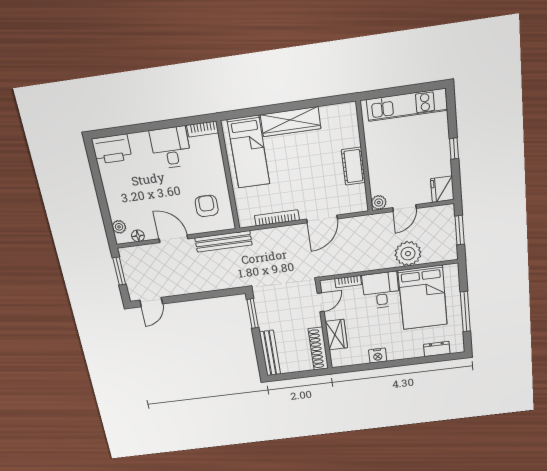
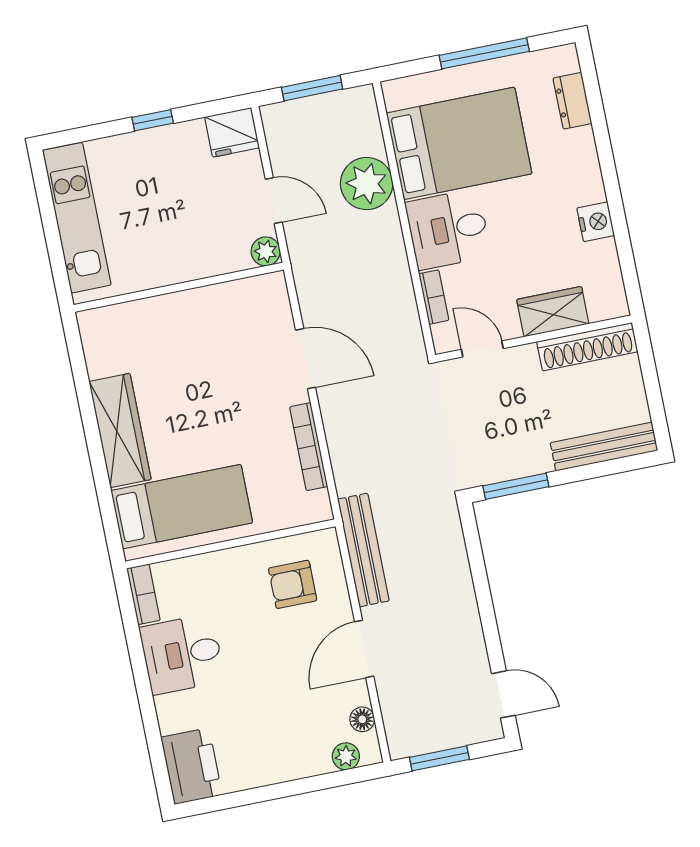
cot: (353, 166) -> (197, 306), removed

